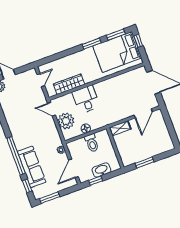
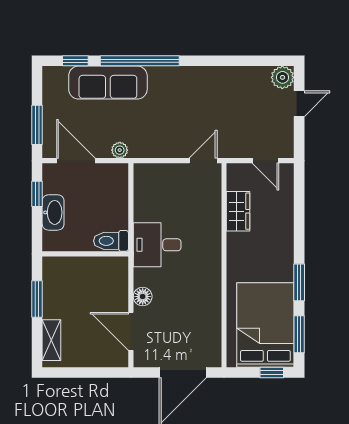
wardrobe: (69, 84) -> (238, 211), width x0.67
desk: (86, 99) -> (157, 245), moved, turned 180
plant: (66, 121) -> (171, 180), removed
floor lamp: (86, 128) -> (143, 297), moved
shelving: (120, 128) -> (51, 340), moved
toilet: (92, 143) -> (111, 241), moved
window: (50, 198) -> (37, 125), moved

